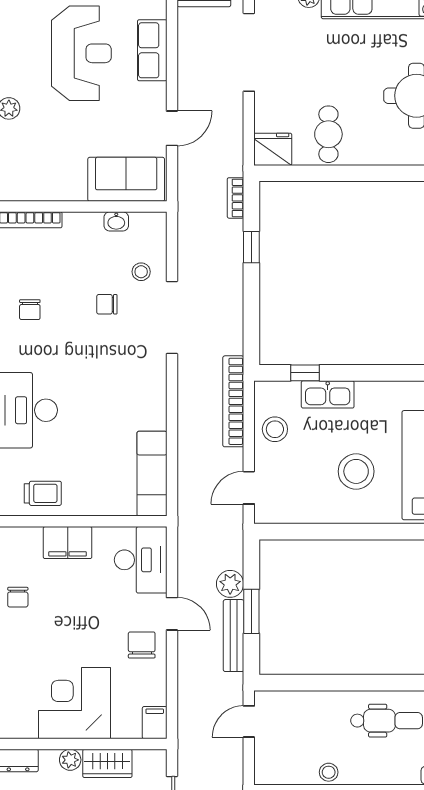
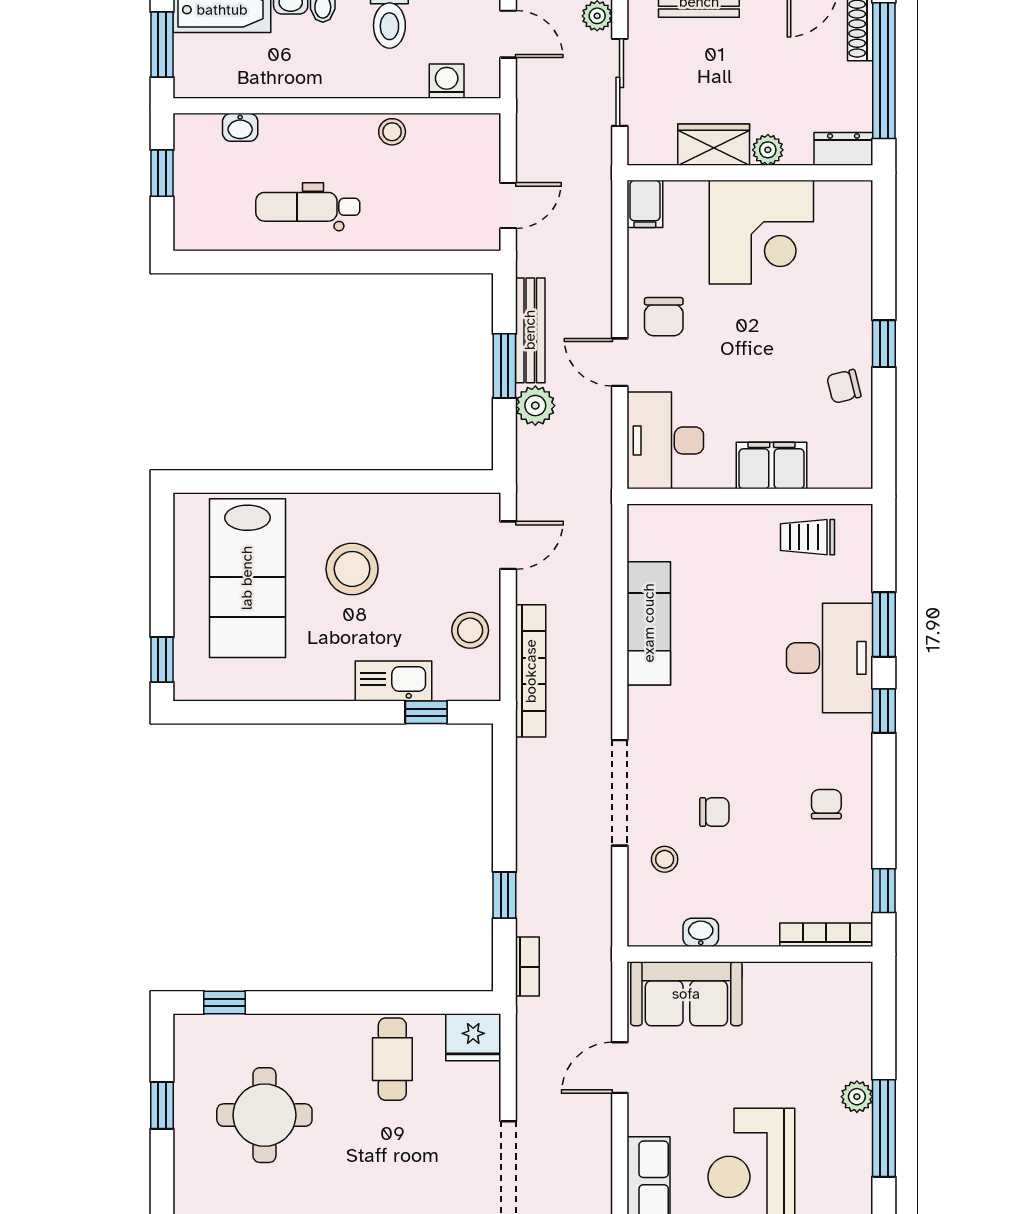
exam couch: (152, 474) -> (649, 623), moved
chair: (18, 597) -> (844, 386), turned -104

